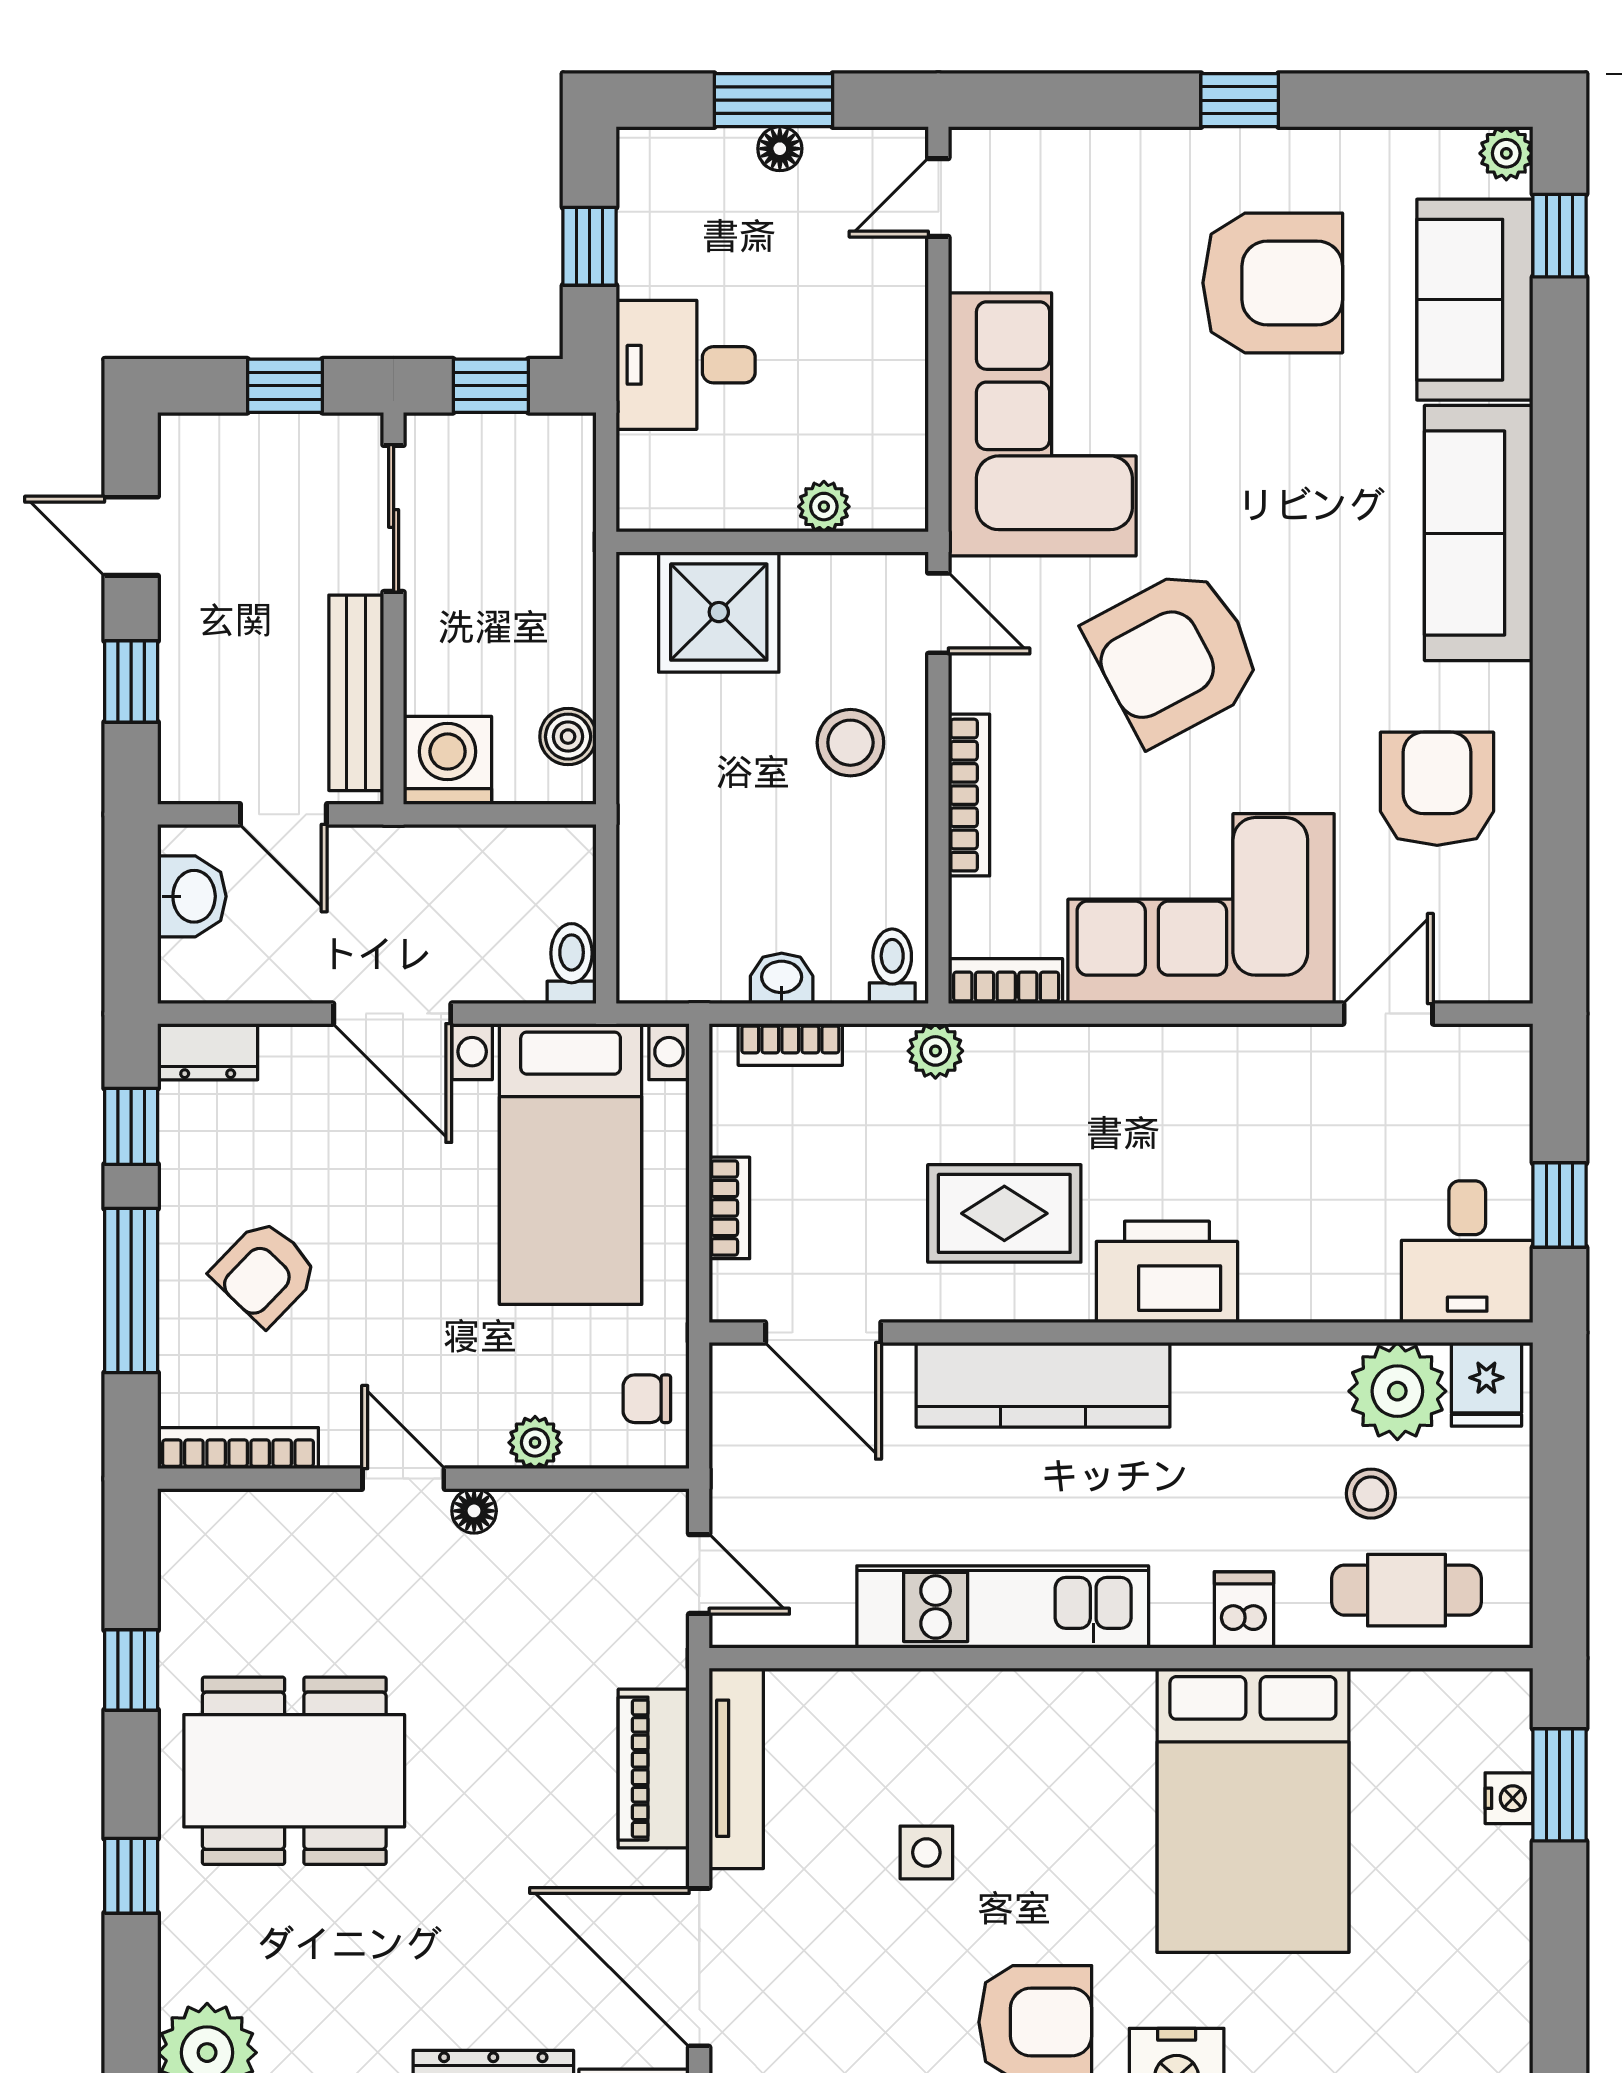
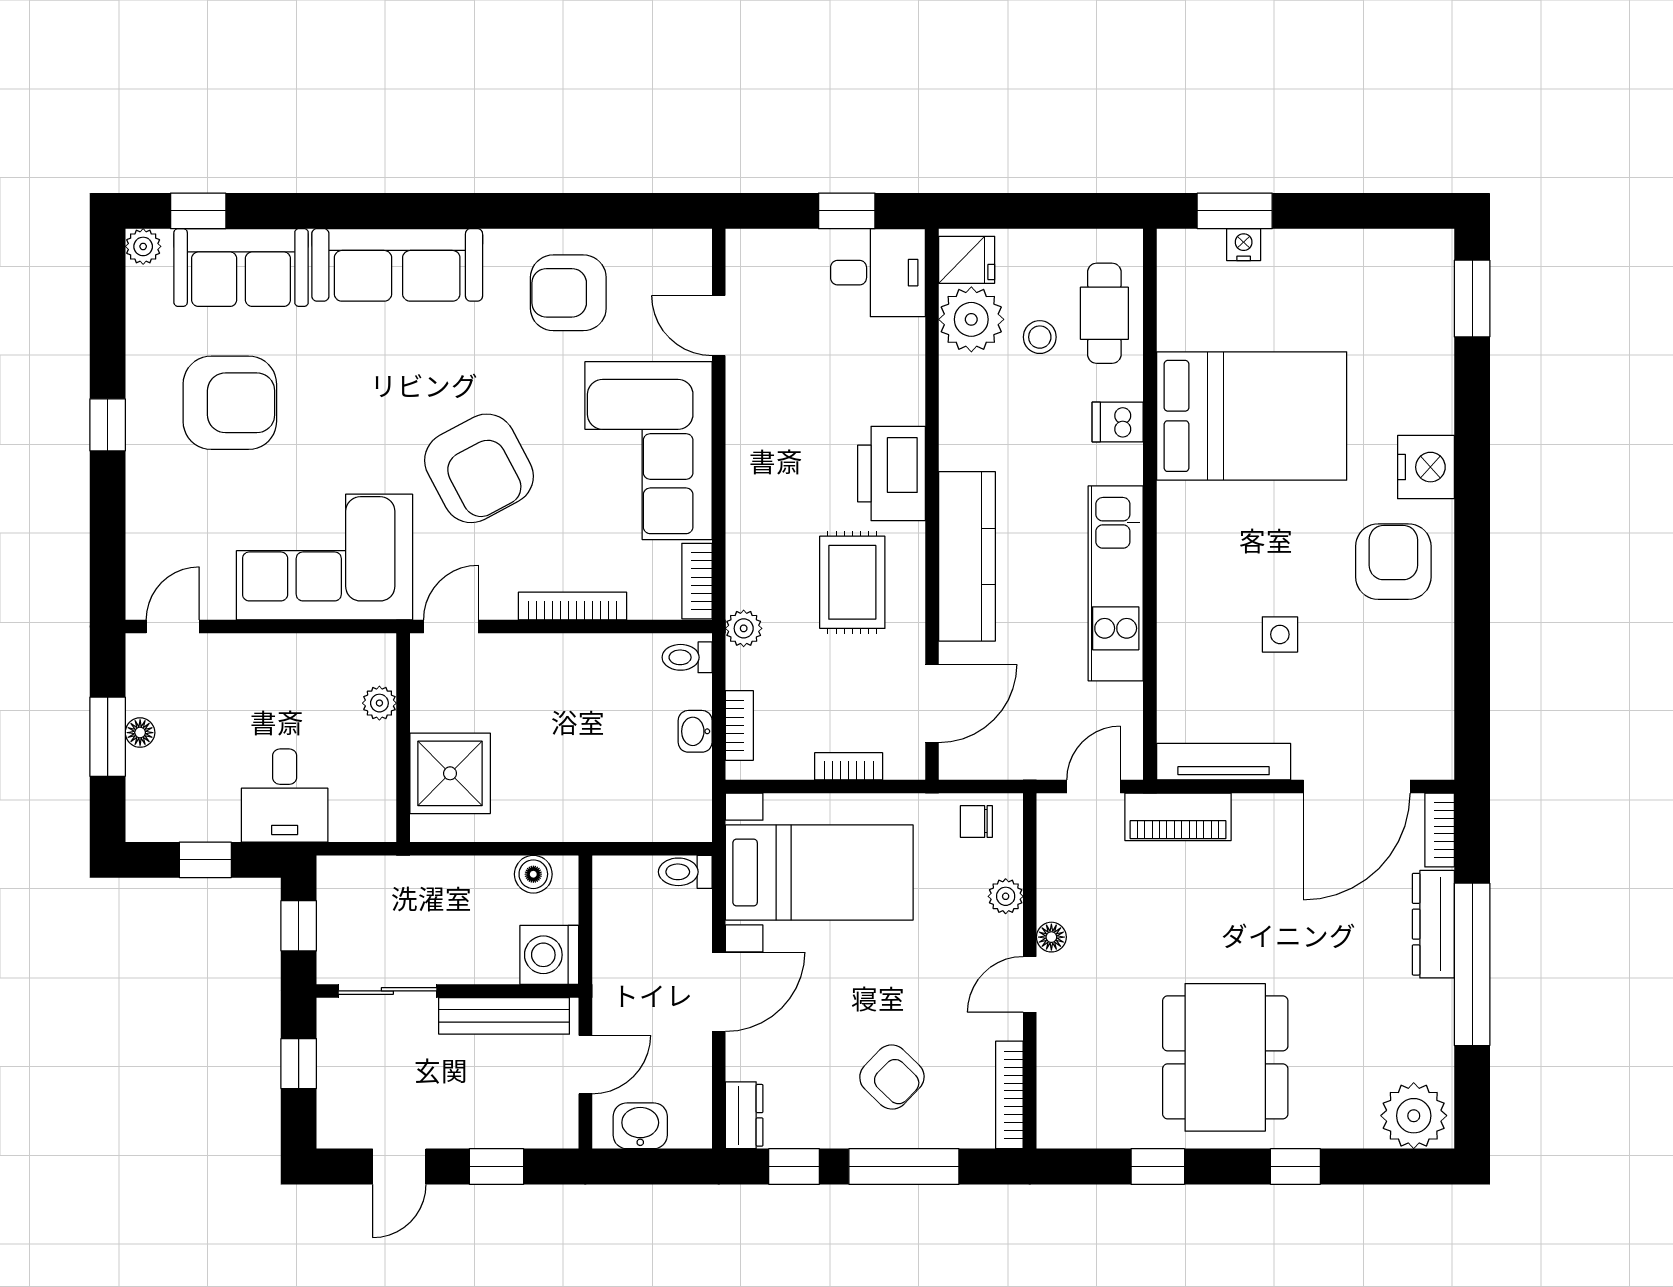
door: (938, 197) -> (173, 626), swing flipped
armchair: (1273, 283) -> (230, 403), turned 90
stool: (850, 743) -> (537, 685), removed
chair: (647, 1399) -> (976, 821), turned 90
piano: (654, 1769) -> (1178, 817), moved

